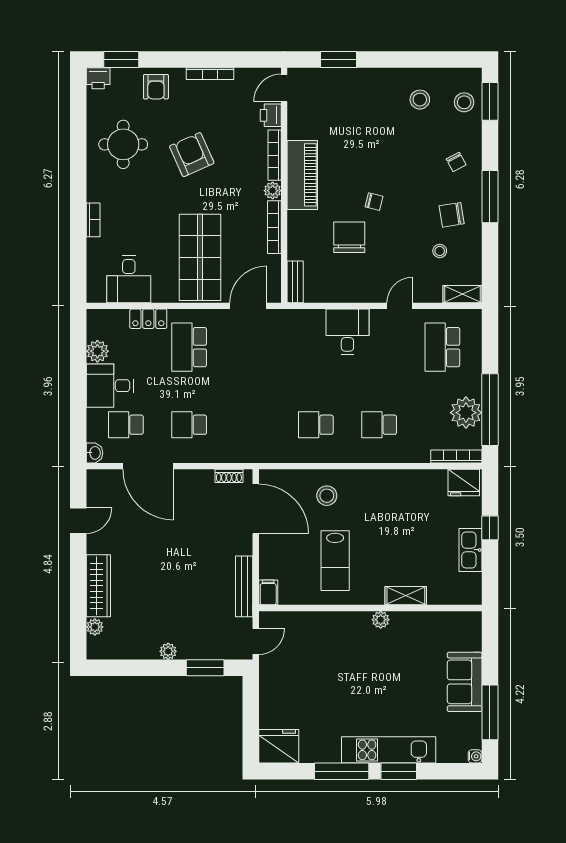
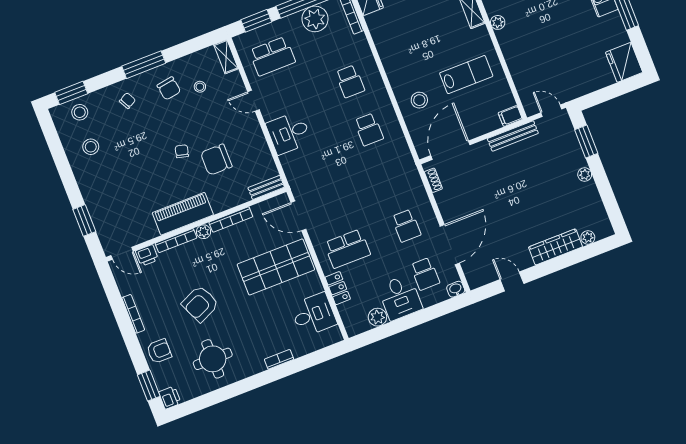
window: (490, 345) -> (256, 21), added

